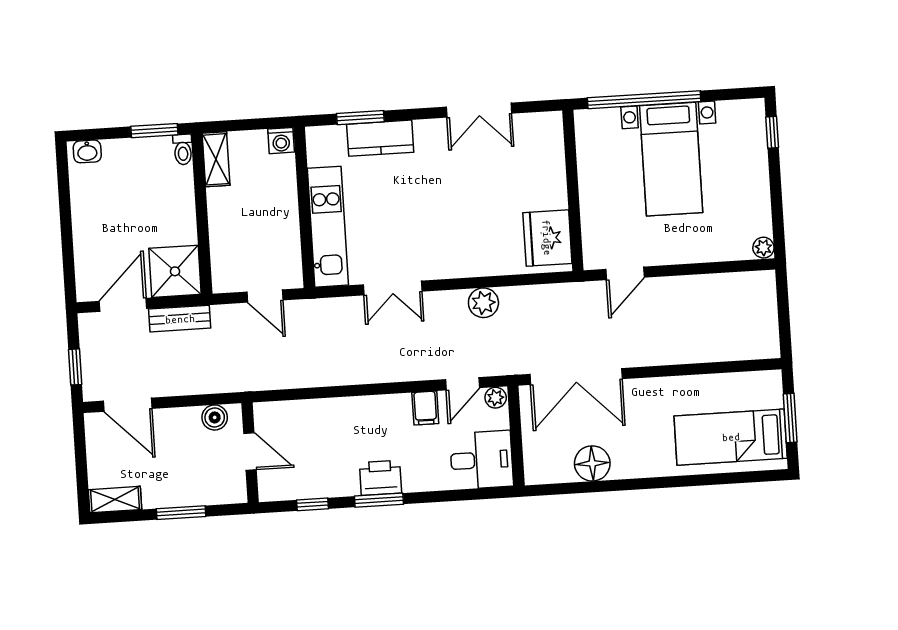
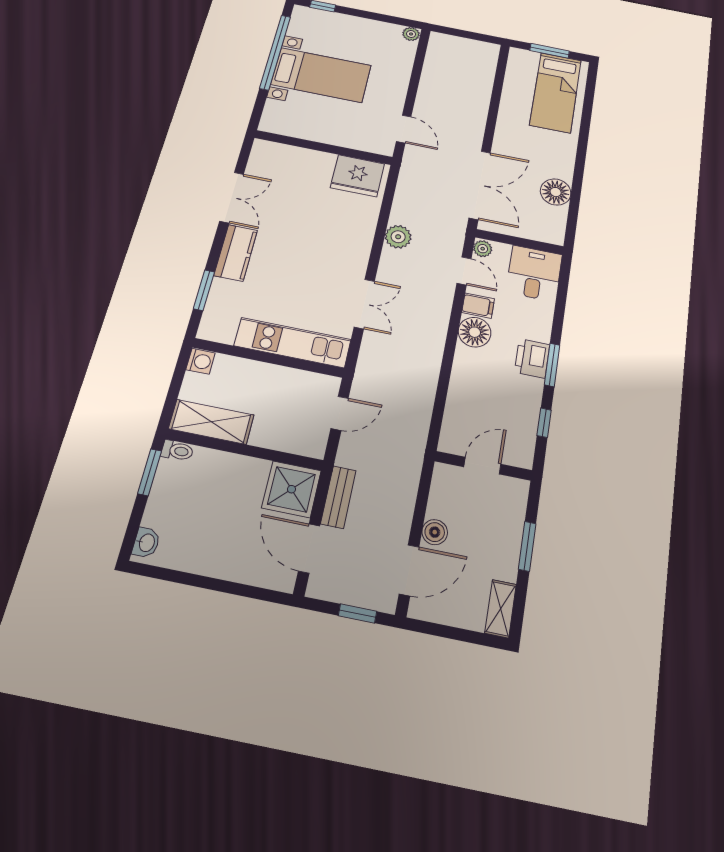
window: (644, 100) -> (275, 52), moved
kitchen counter: (380, 138) -> (236, 253), moved
shelving: (216, 159) -> (211, 422), width x1.50, depth x1.33
floor lamp: (393, 411) -> (475, 332), added
boiler: (215, 417) -> (435, 532), moved

